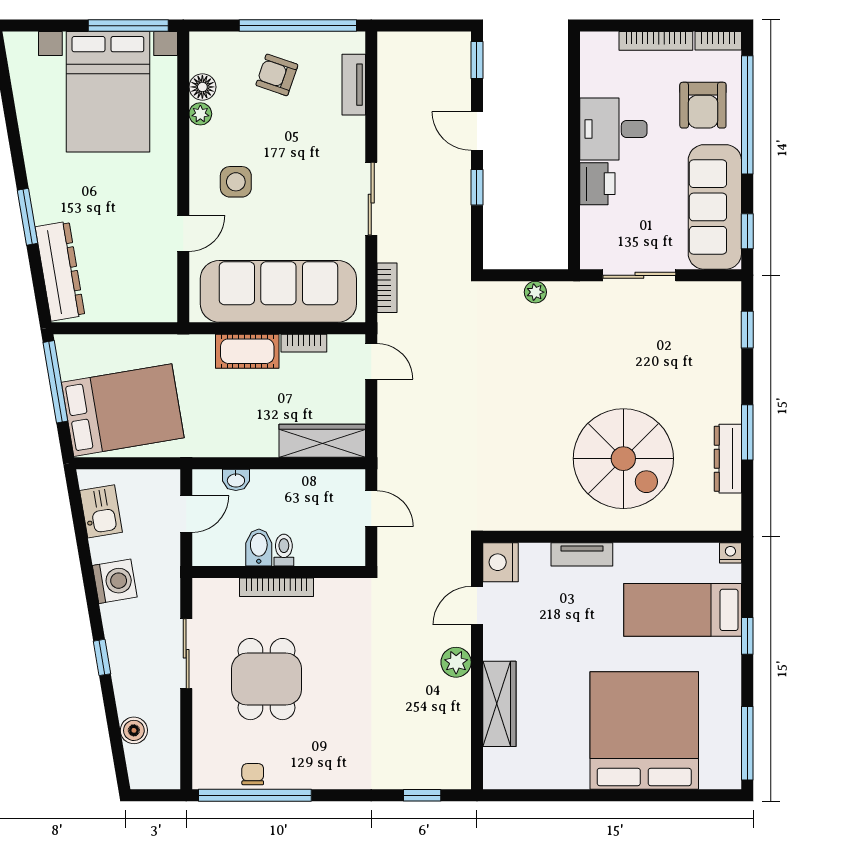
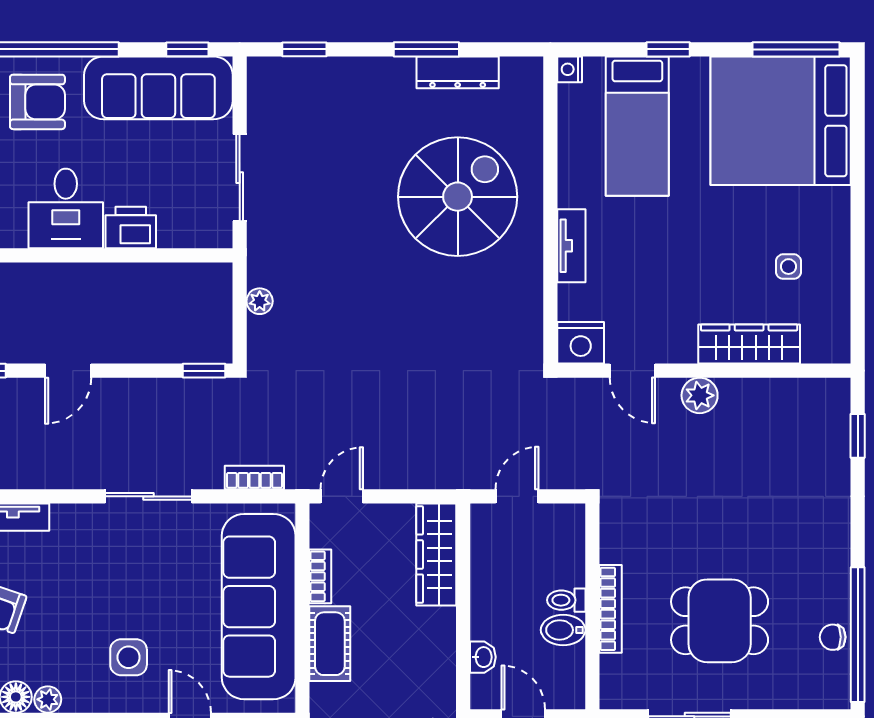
window: (477, 187) -> (204, 371), moved
bed: (644, 730) -> (781, 121), moved
side table: (565, 737) -> (788, 267), added

